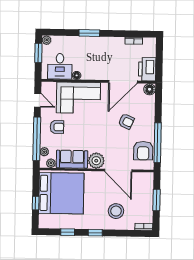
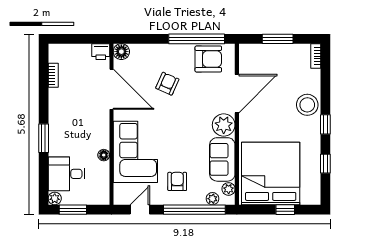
desk: (60, 66) -> (66, 174), moved, turned 180
printer: (147, 69) -> (101, 52), width x0.53, depth x0.68
stool: (116, 211) -> (307, 105), moved

